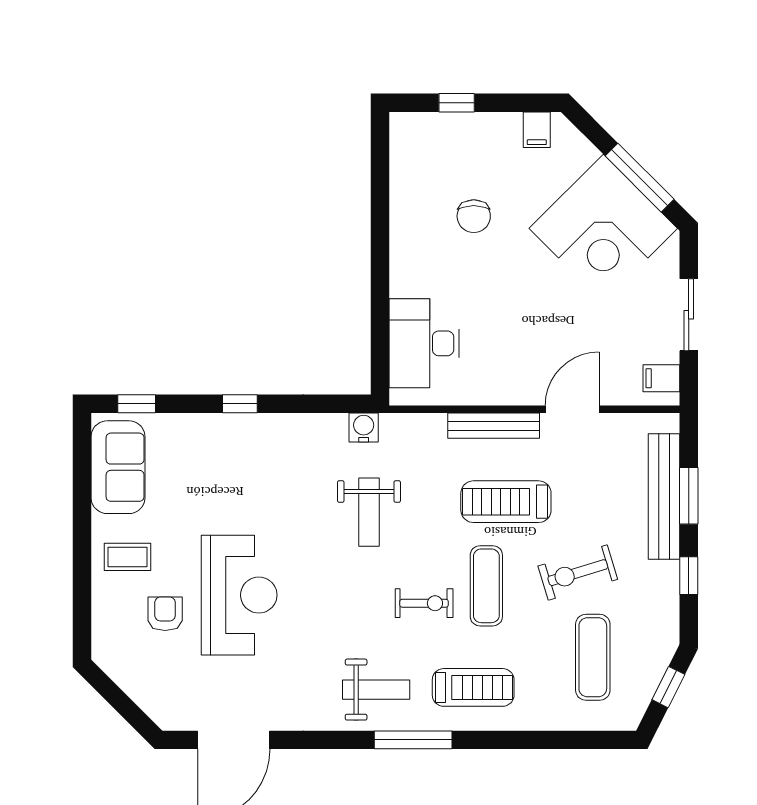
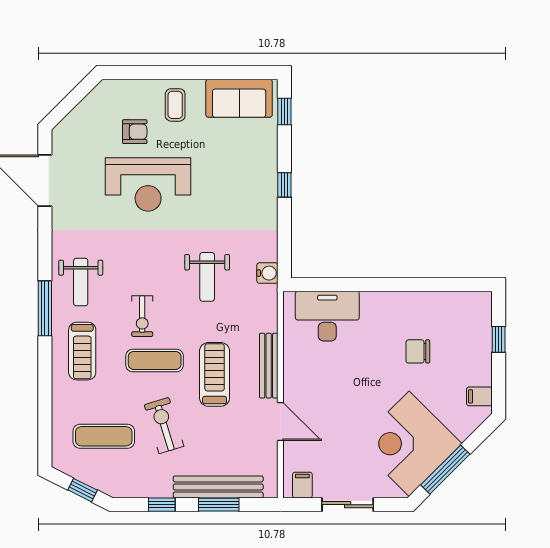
weight bench: (369, 512) -> (207, 277), turned -90

